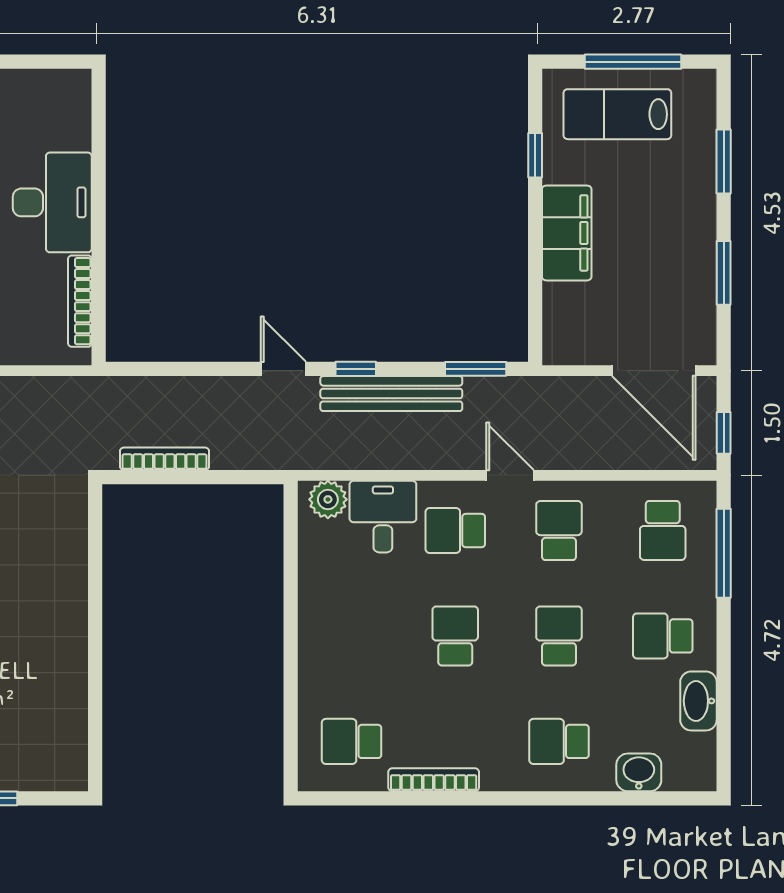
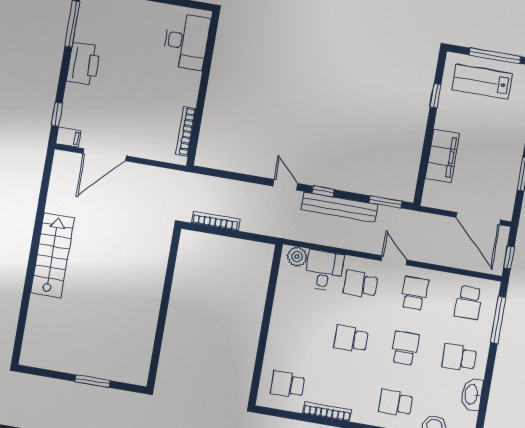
desk: (52, 202) -> (186, 41), moved
filing cabinet: (567, 233) -> (442, 156), moved
school desk: (455, 636) -> (351, 339), turned -90

